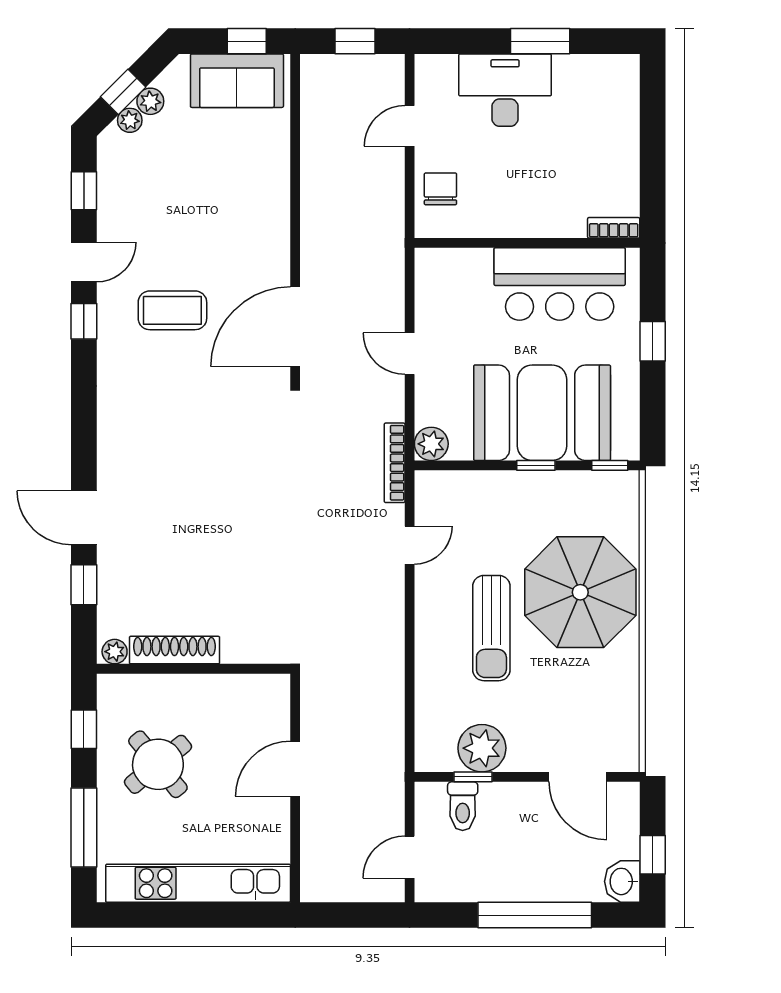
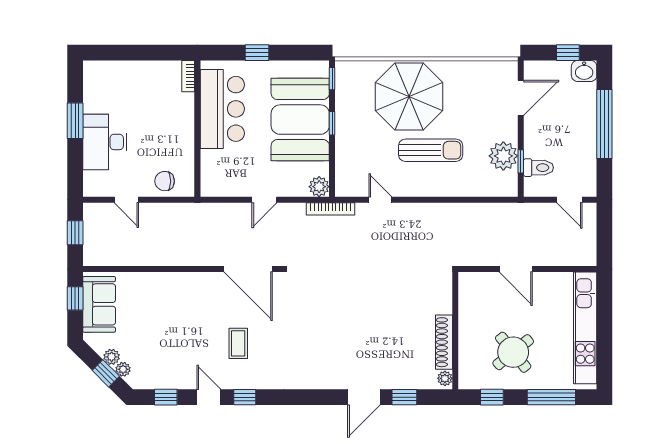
coffee table: (172, 310) -> (238, 343), width x0.73, depth x0.77

